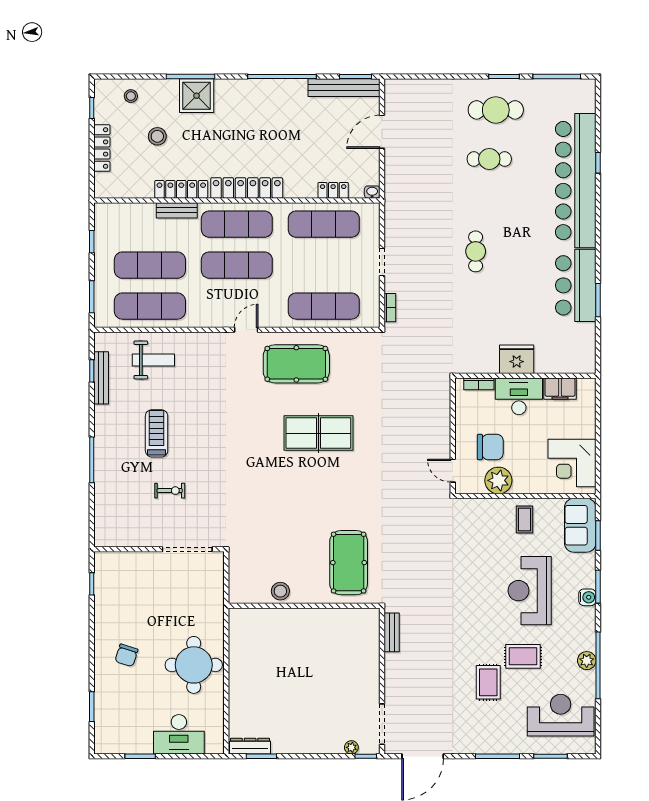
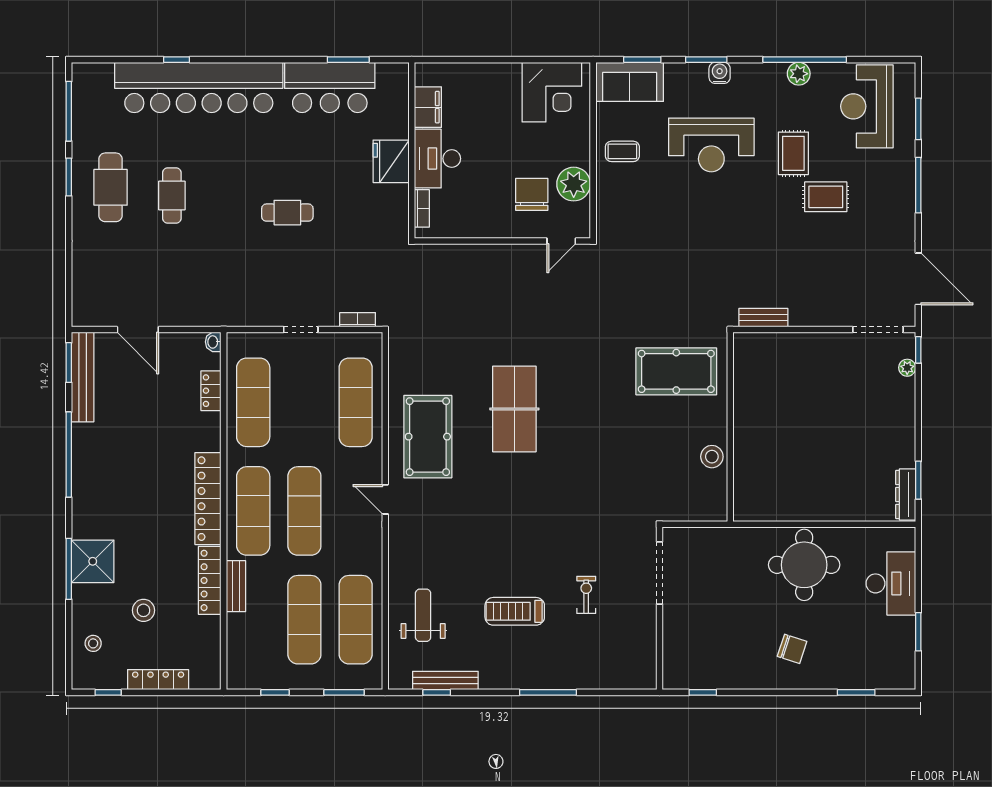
fridge: (517, 359) -> (391, 161), moved
wall: (525, 376) -> (412, 150), moved
bookcase: (479, 384) -> (422, 208), moved
filing cabinet: (560, 389) -> (428, 107), moved
desk: (519, 396) -> (437, 159), moved

